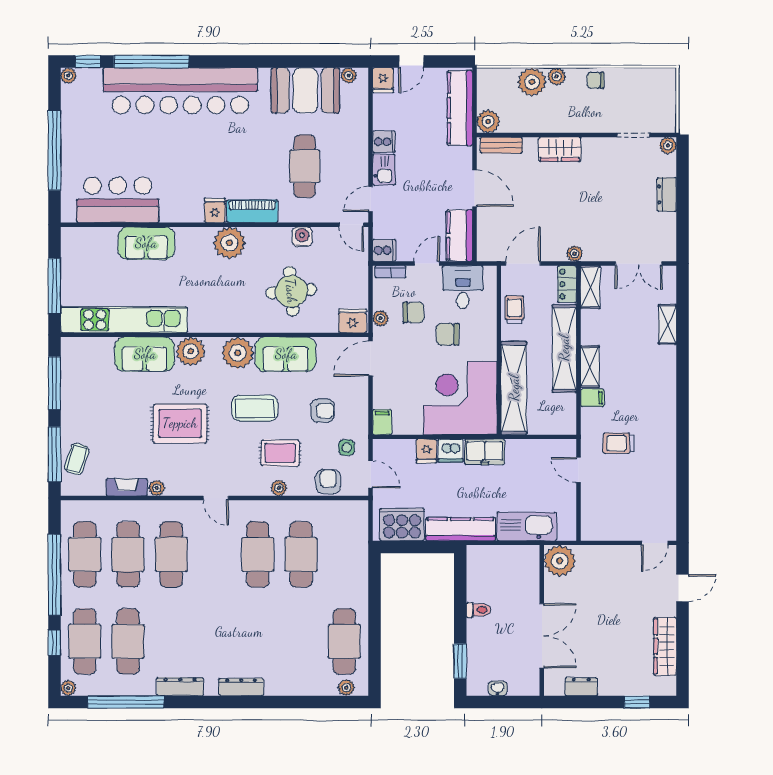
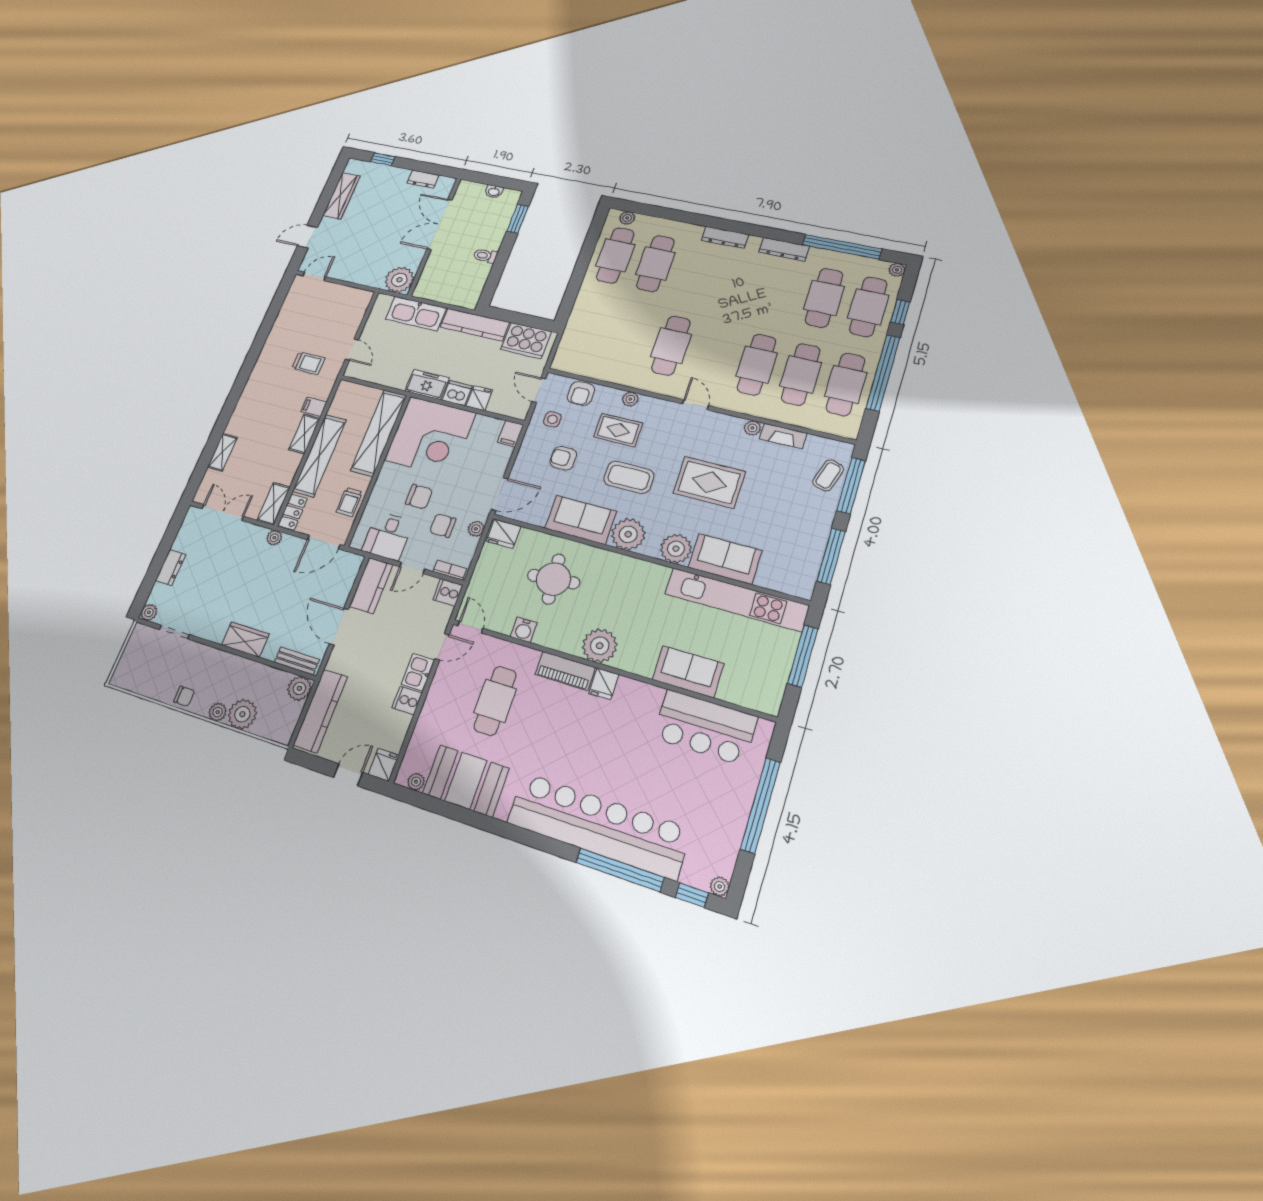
cafe table: (301, 554) -> (655, 263), moved

